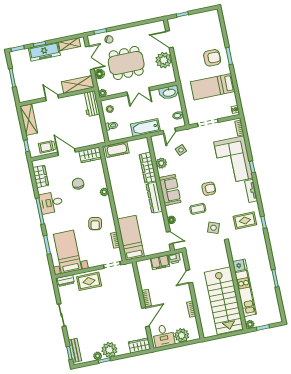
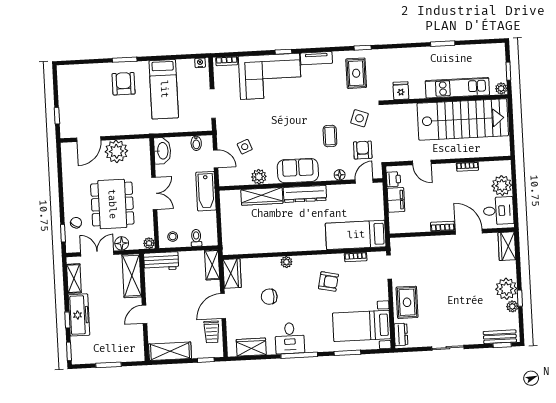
shelving: (94, 140) -> (212, 265), added
cot: (117, 149) -> (230, 235), removed
armchair: (209, 189) -> (363, 150), moved
fridge: (240, 265) -> (401, 91), moved

